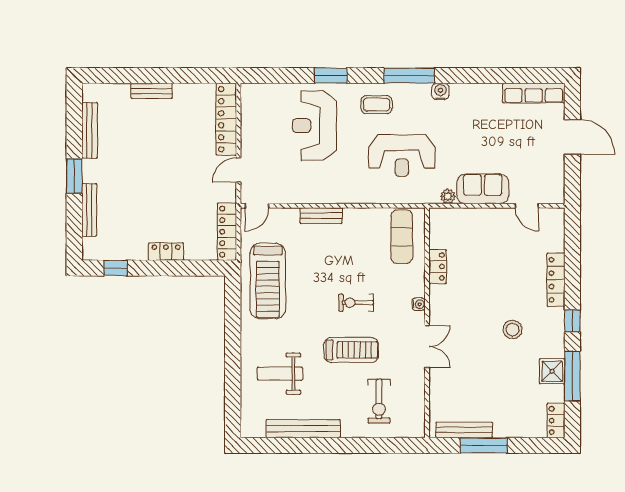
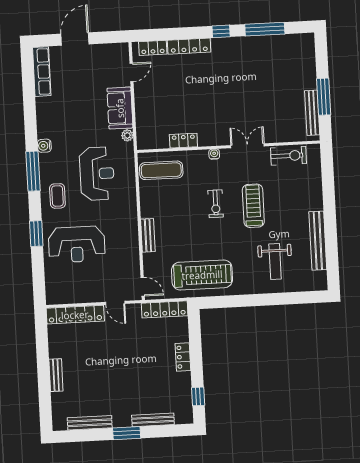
stool: (513, 329) -> (230, 79), removed
shower: (552, 371) -> (262, 45), removed
exercise bike: (379, 401) -> (289, 156), moved
locker: (556, 420) -> (153, 48), moved

